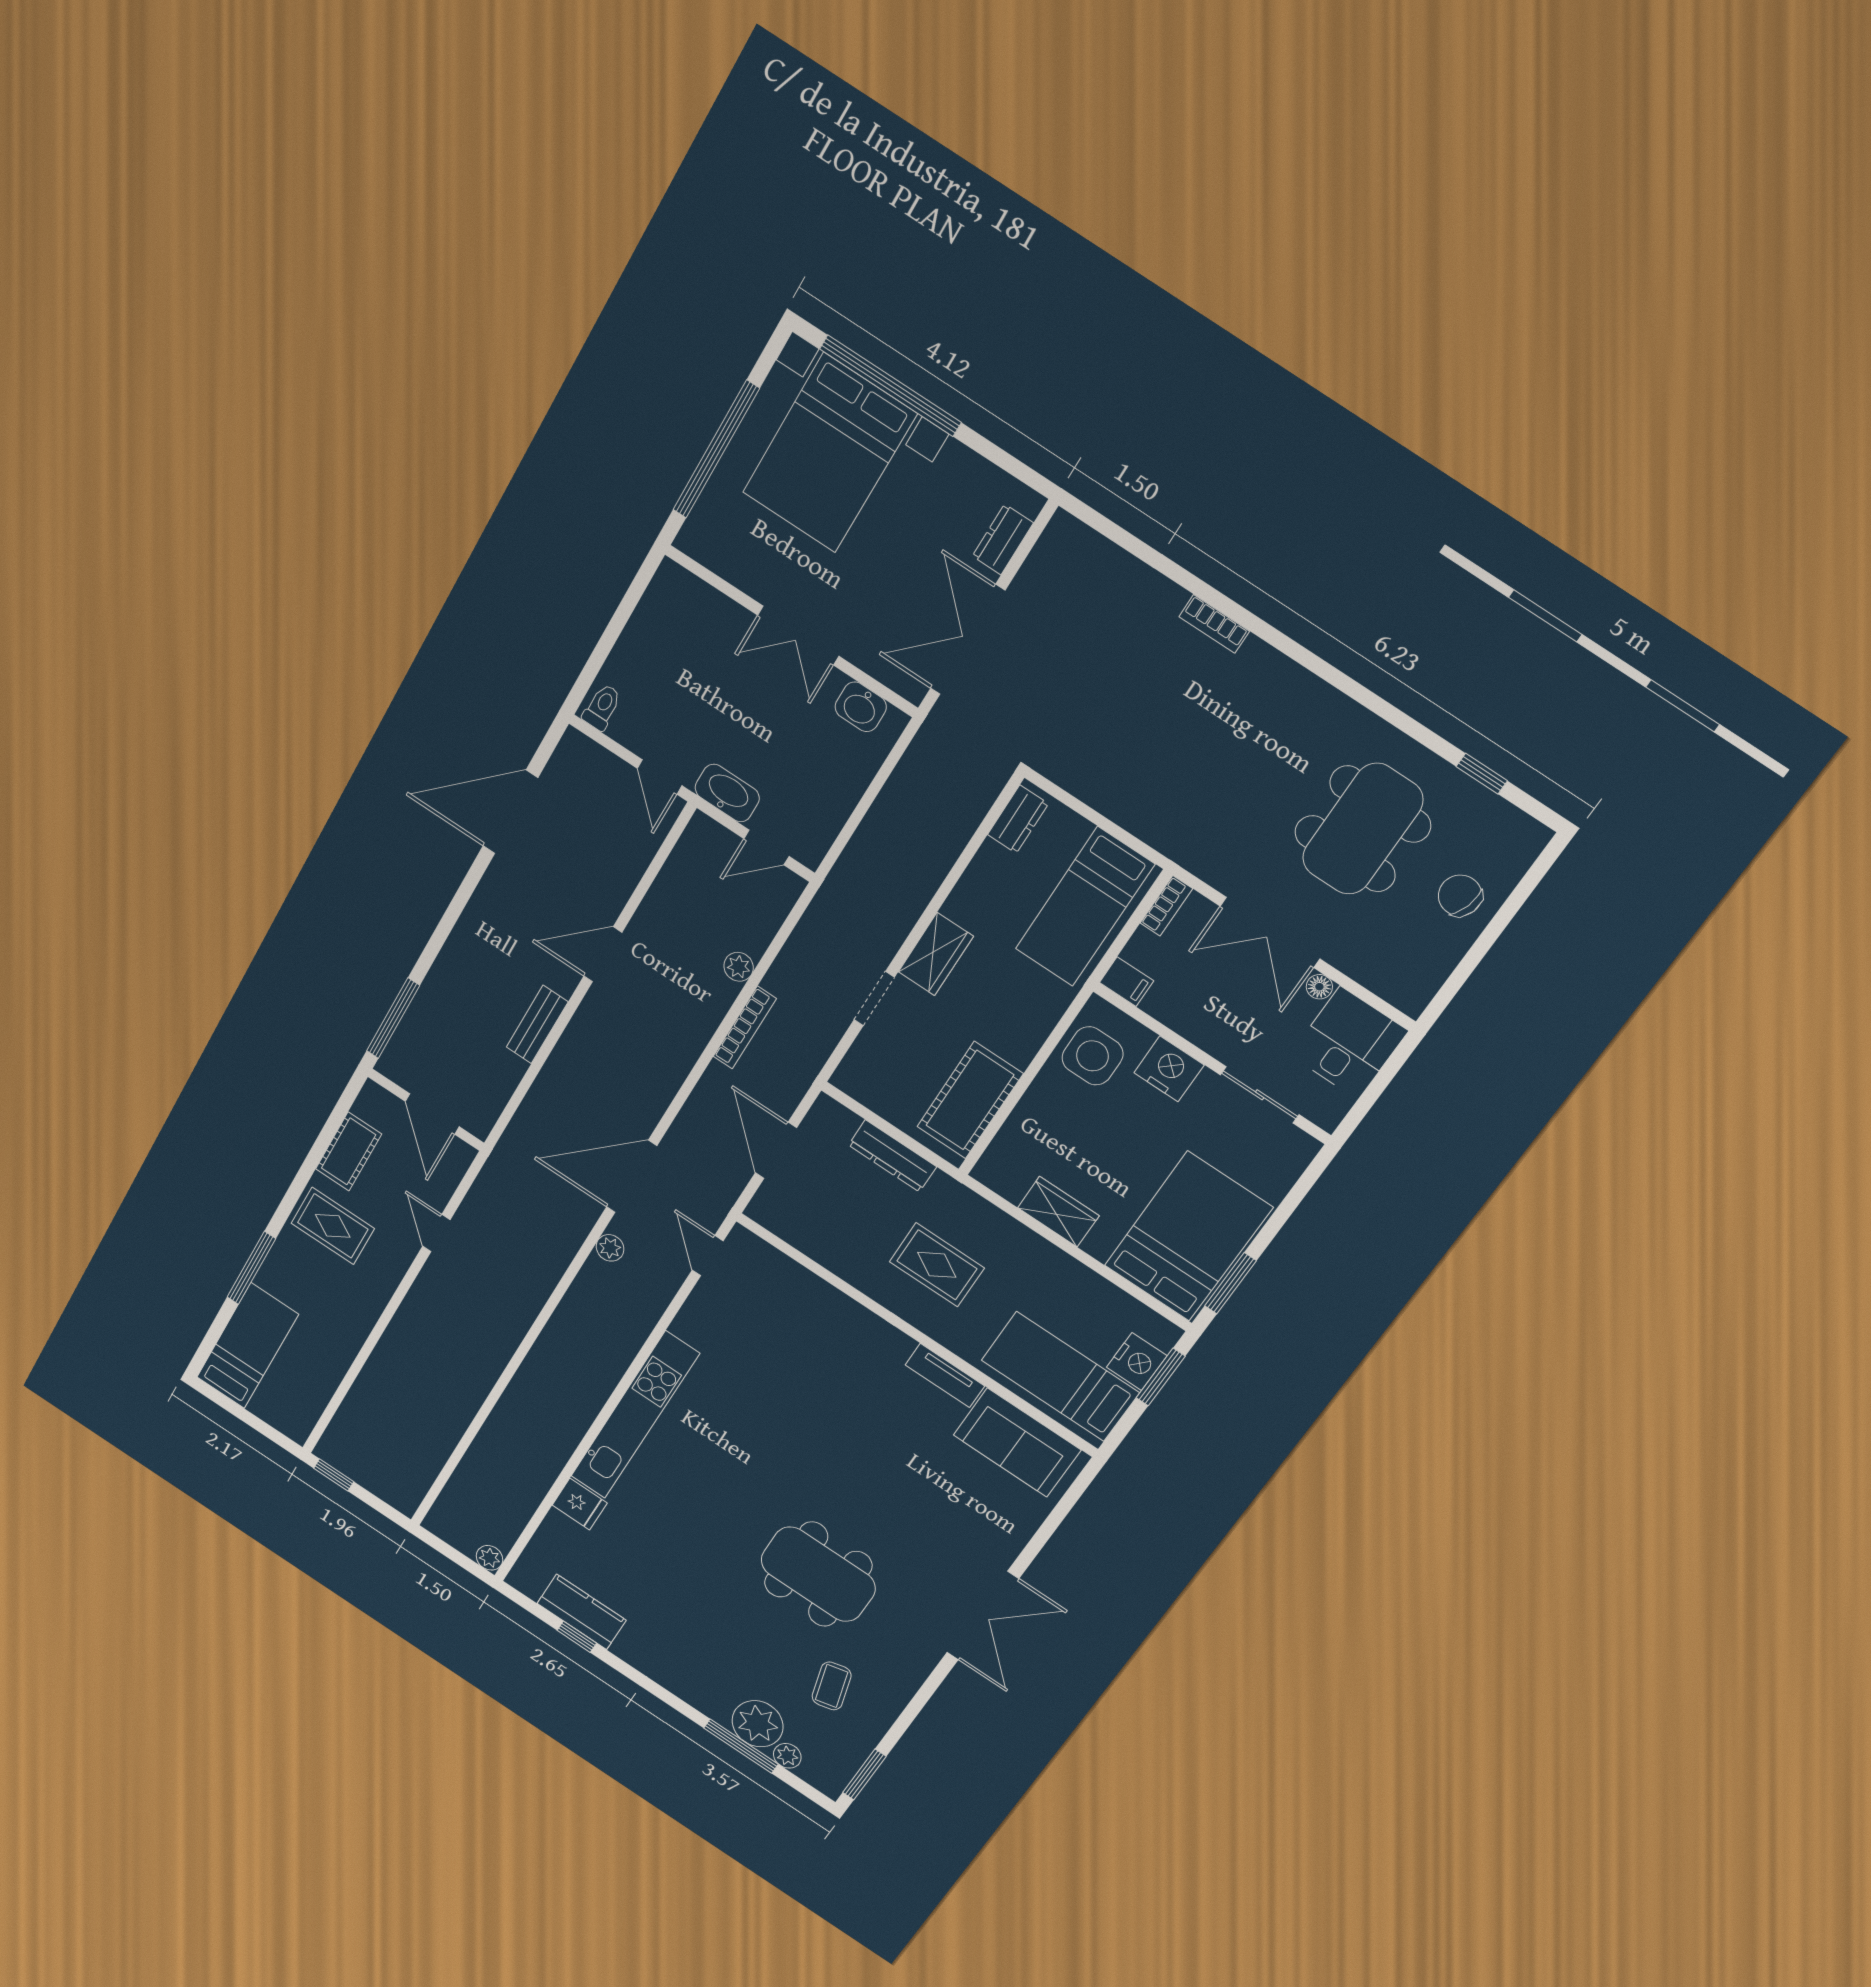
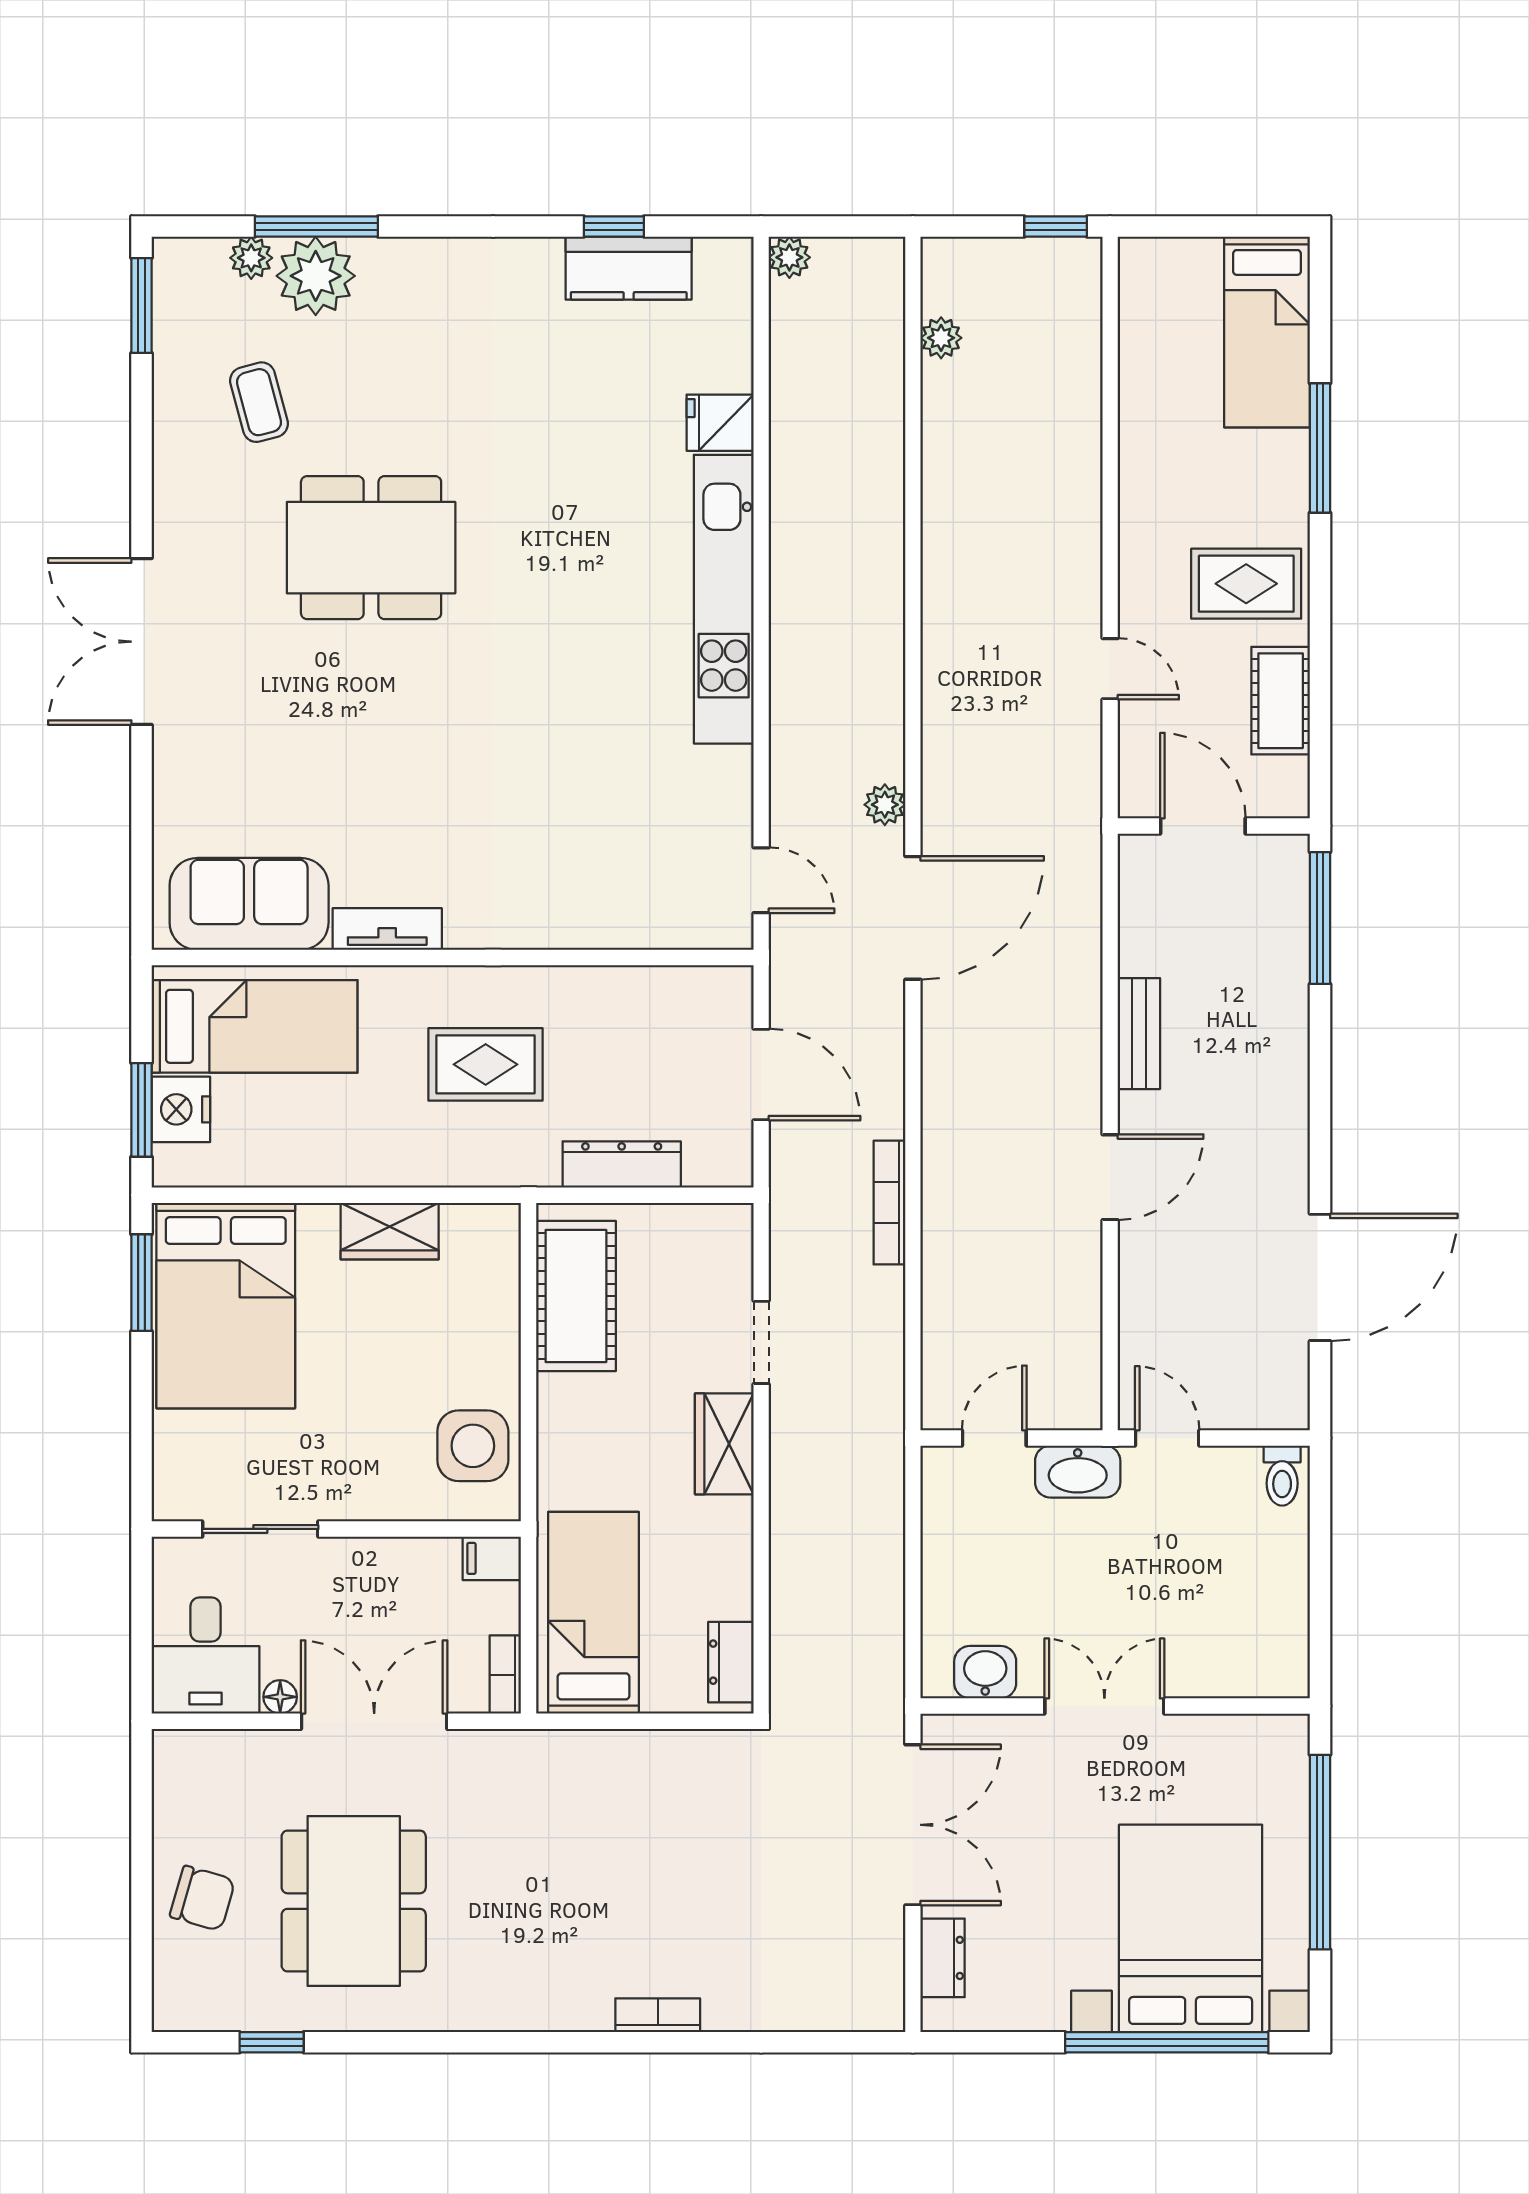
plant: (739, 967) -> (941, 338), moved
nightstand: (1169, 1069) -> (379, 1490), removed

